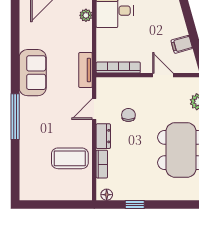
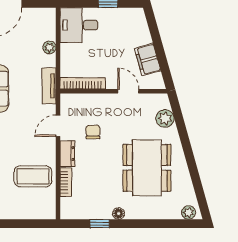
plant: (86, 15) -> (49, 47), moved
filing cabinet: (182, 44) -> (148, 60), width x2.00
floor lamp: (107, 195) -> (119, 214), moved

